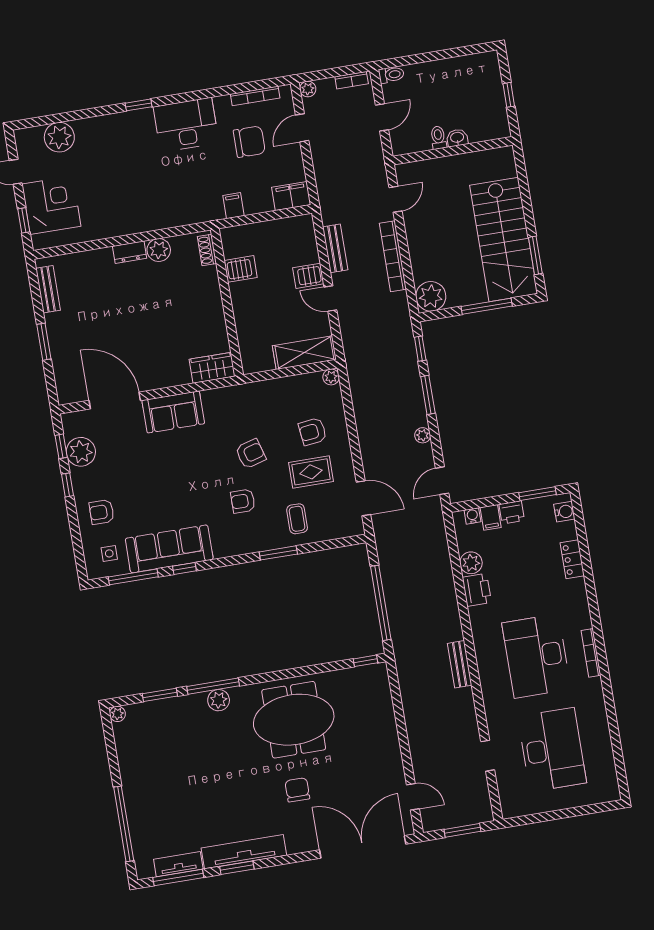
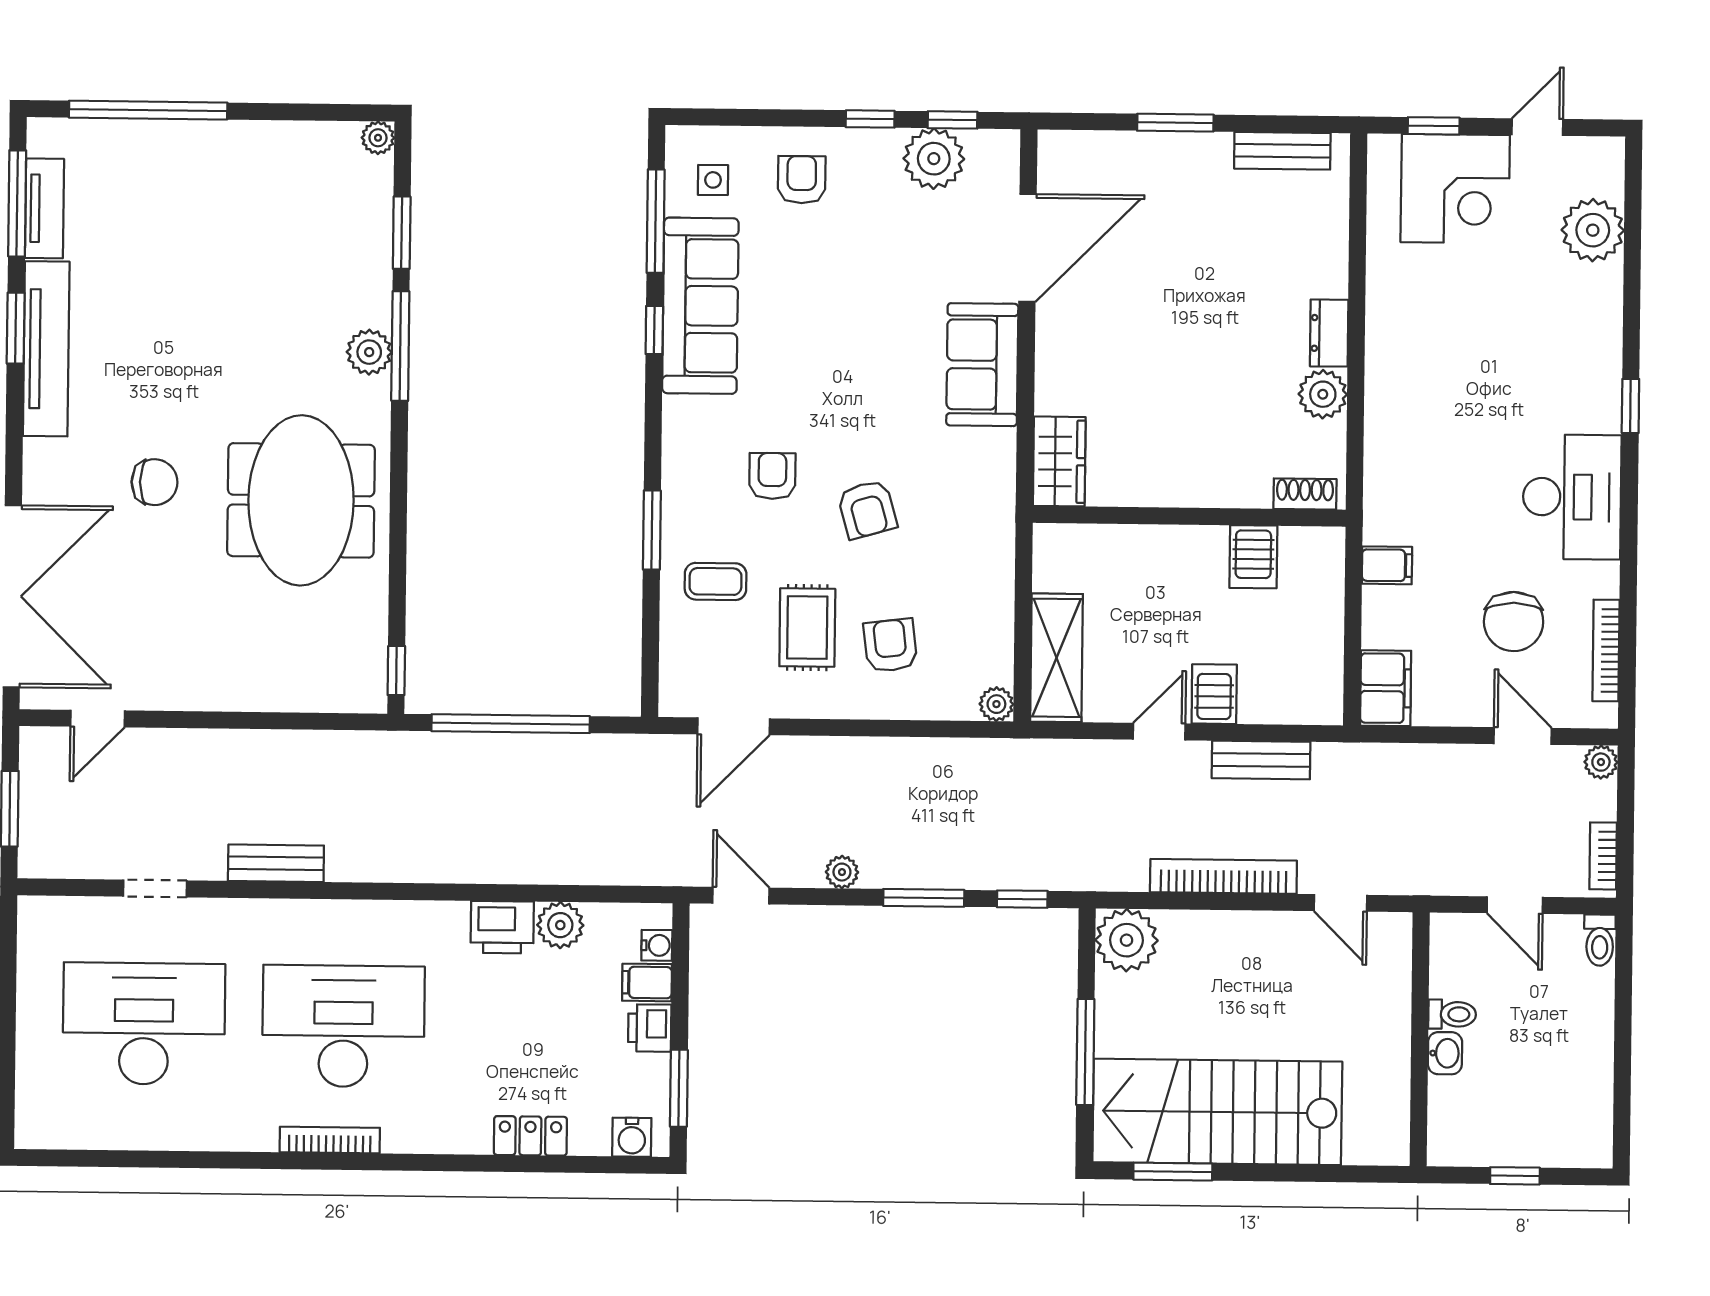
bench: (460, 664) -> (276, 863), moved
desk: (552, 750) -> (144, 1024), turned 180

